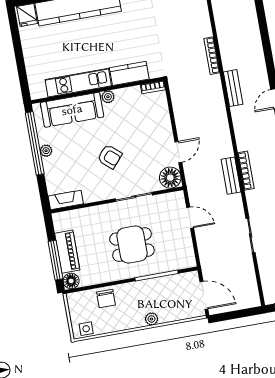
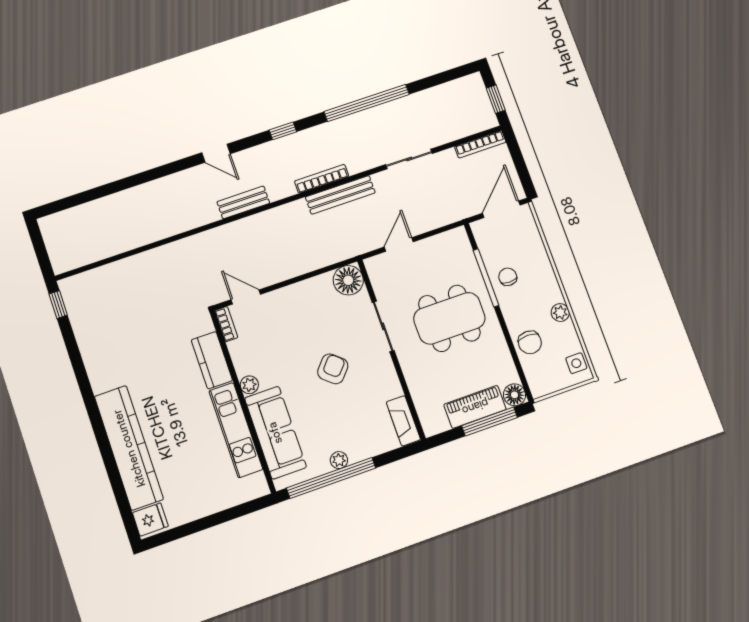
bookcase: (212, 56) -> (480, 144), moved
bench: (233, 88) -> (243, 202), moved
door: (178, 152) -> (246, 297), moved
bench: (231, 176) -> (340, 195), width x1.36
dining table: (132, 245) -> (449, 318), width x1.38
chair: (155, 291) -> (508, 277), added
chair: (106, 298) -> (530, 342), turned 90
plant: (151, 319) -> (560, 313), moved

